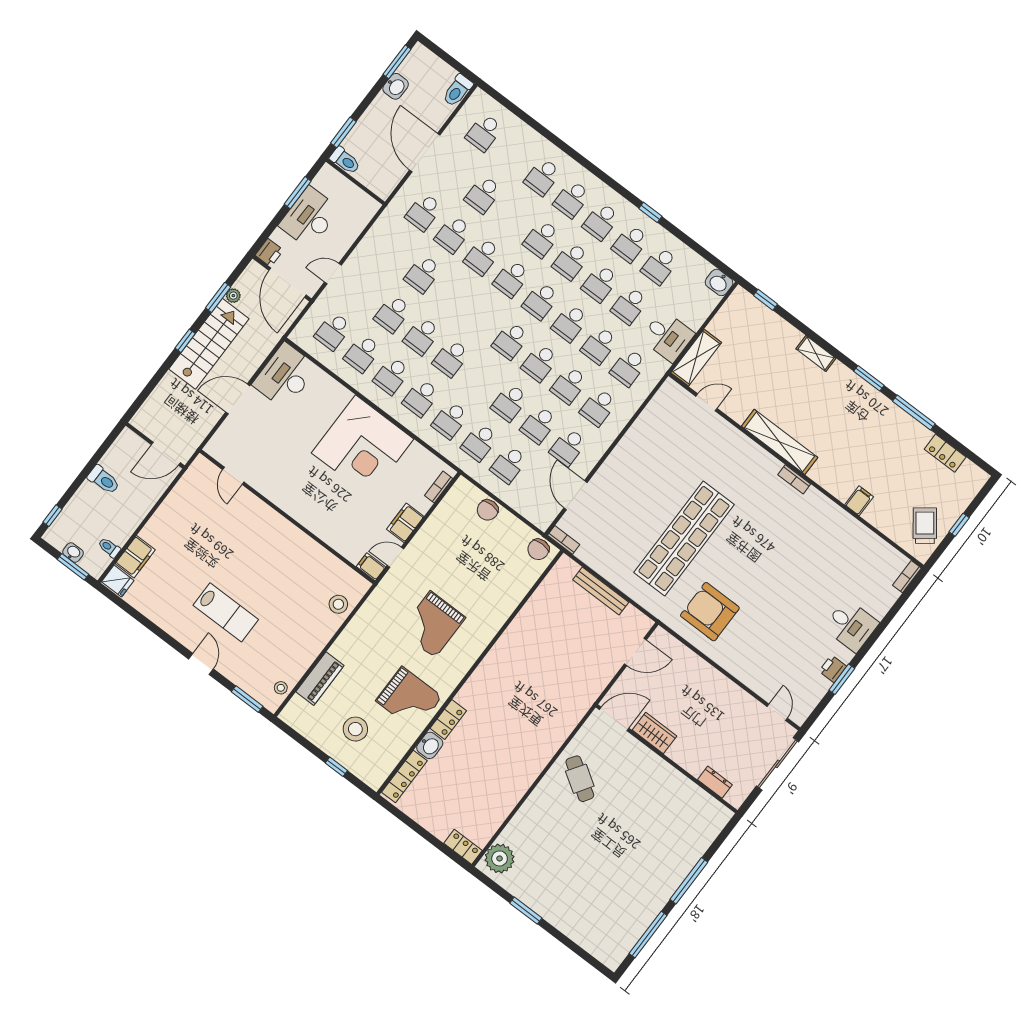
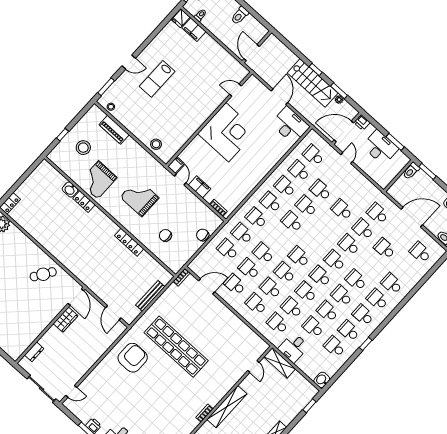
corner desk: (363, 446) -> (227, 132), moved, turned 180
chair: (538, 549) -> (165, 235), moved
locker: (404, 777) -> (129, 242), moved

